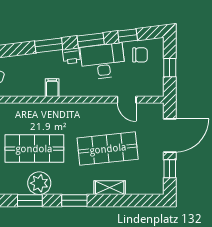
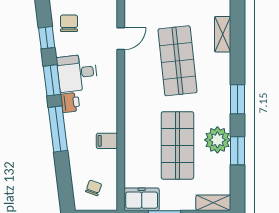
window: (49, 45) -> (58, 129), width x1.44
desk: (103, 61) -> (77, 73), width x0.73
filing cabinet: (52, 88) -> (107, 141), moved
shelving: (110, 188) -> (223, 34), moved

